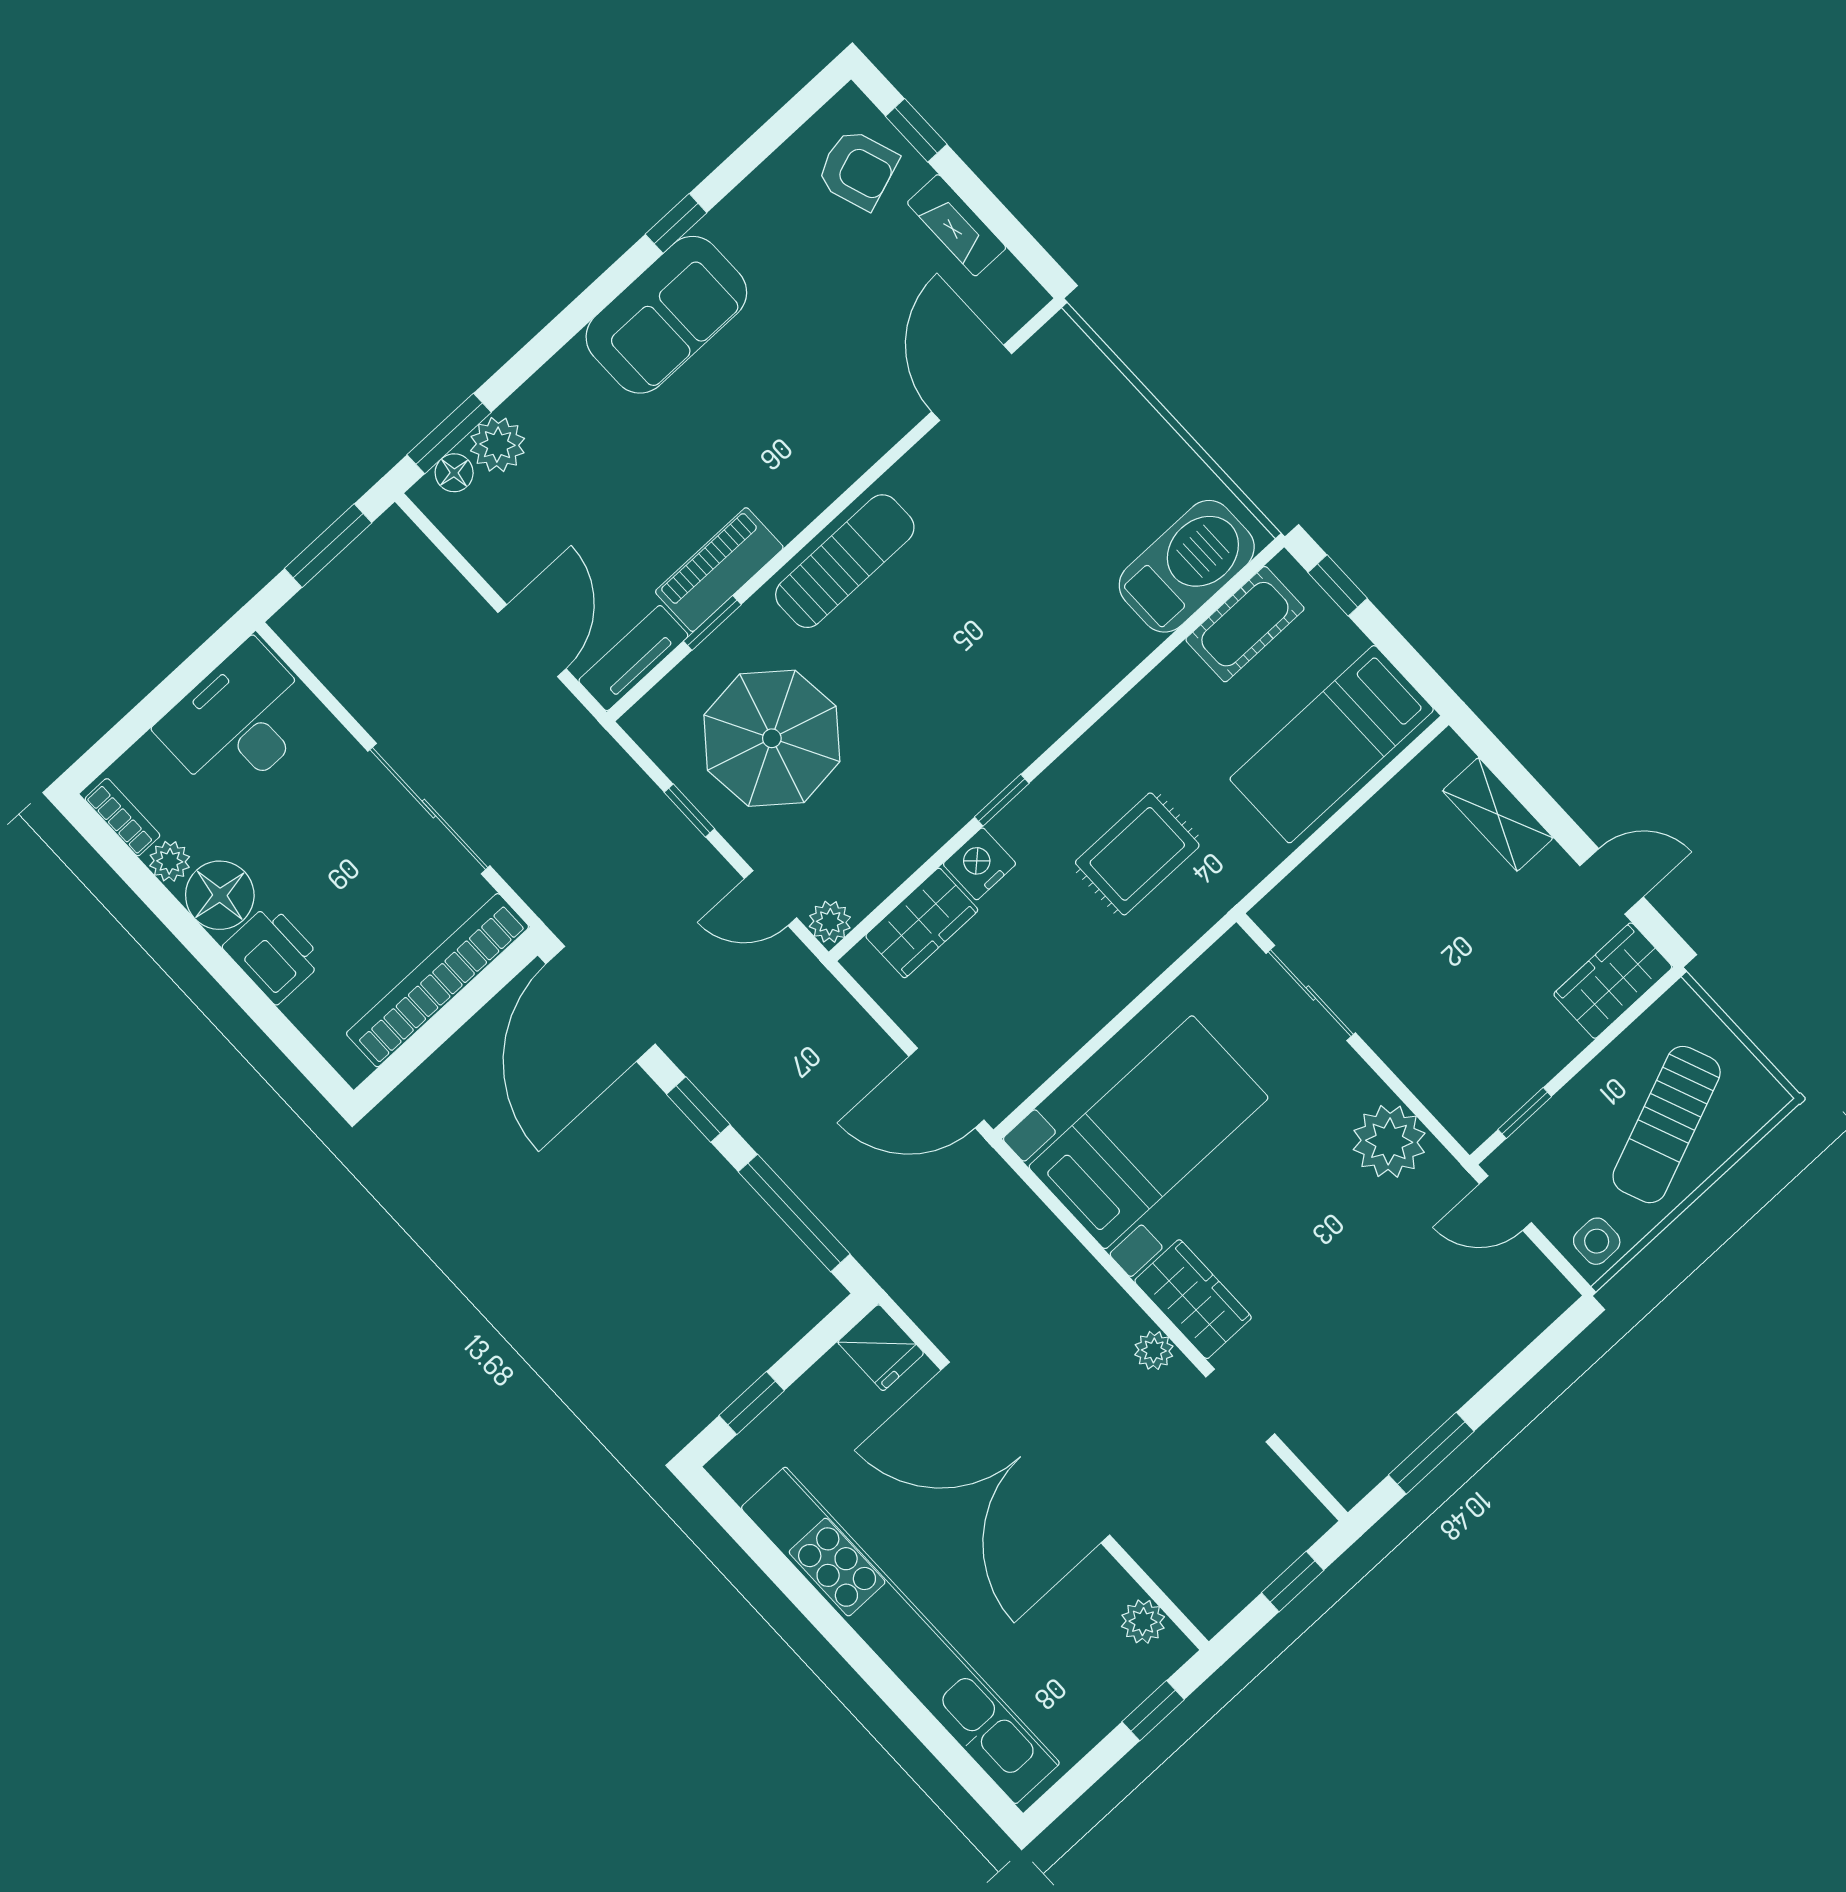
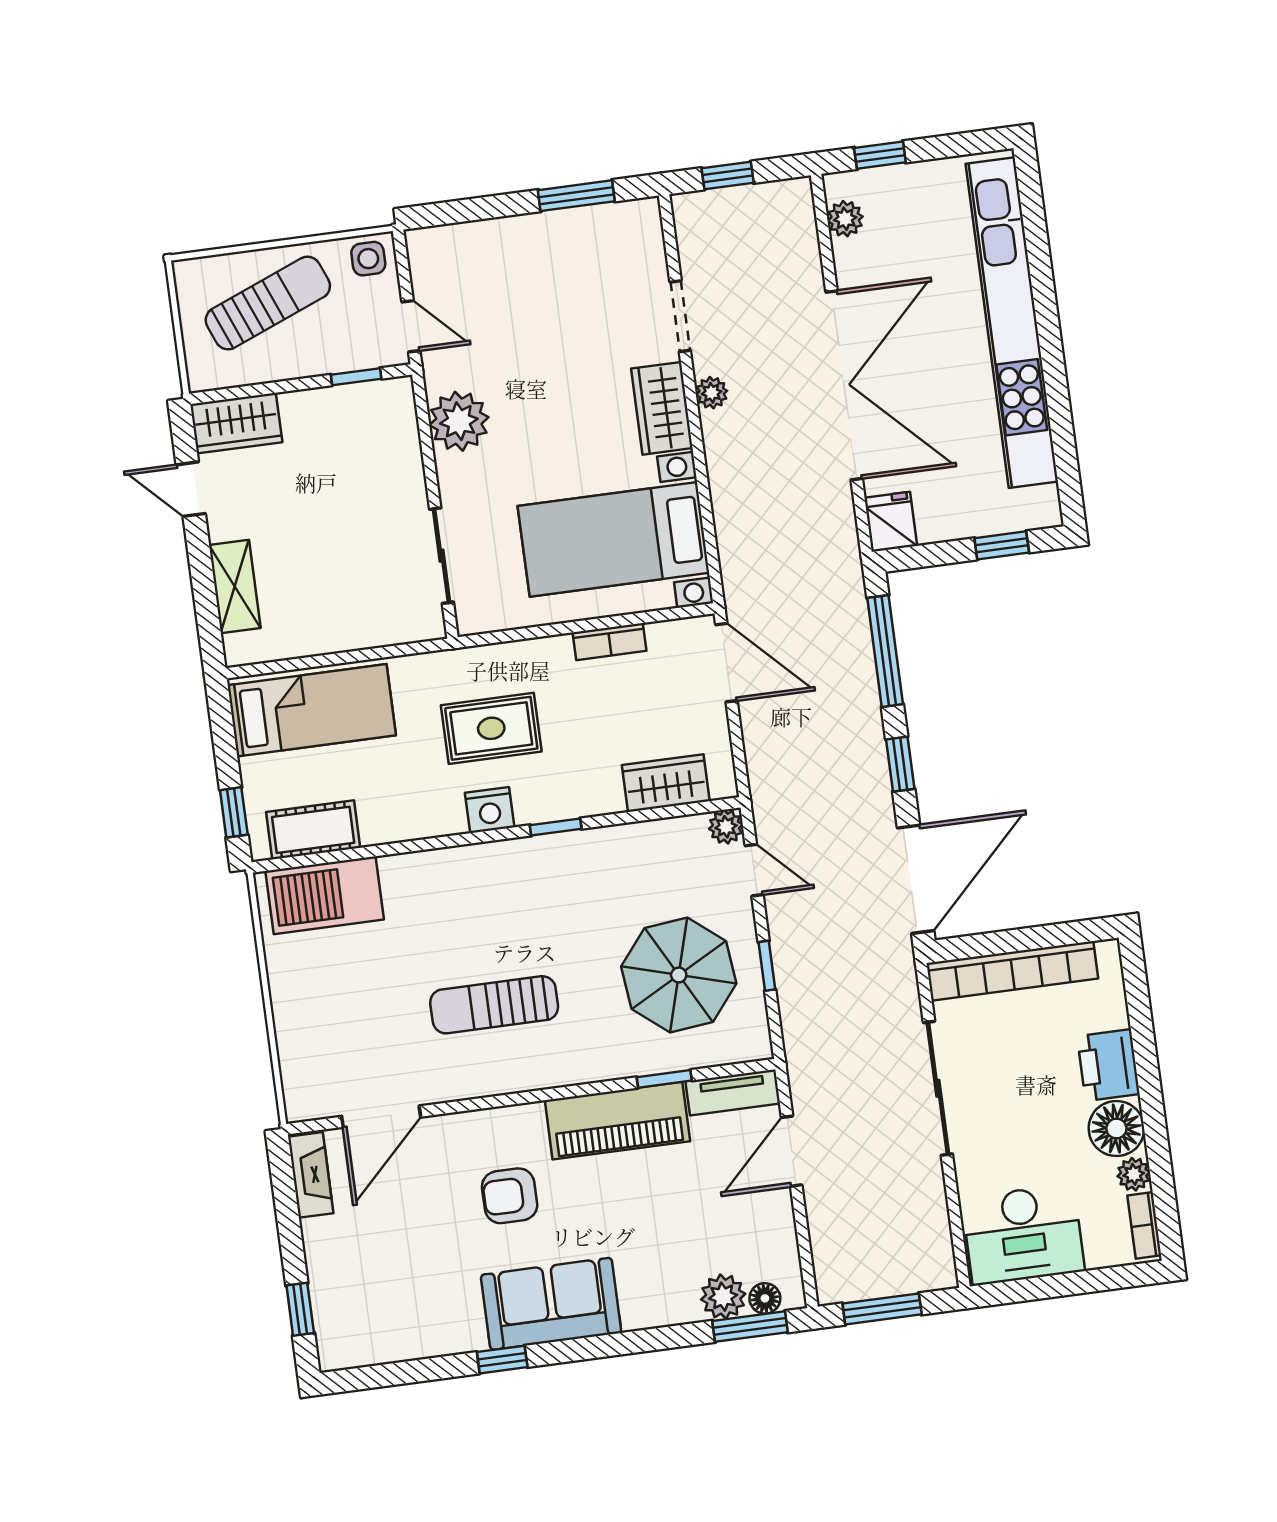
armchair: (858, 169) -> (510, 1196), moved, turned -71
fireplace: (957, 225) -> (311, 1175), moved
sun lounger: (845, 561) -> (494, 1005), moved
piano: (719, 570) -> (617, 1121), width x1.37, depth x1.33
nightstand: (979, 864) -> (490, 810), moved
bookcase: (1080, 1026) -> (609, 642), added

